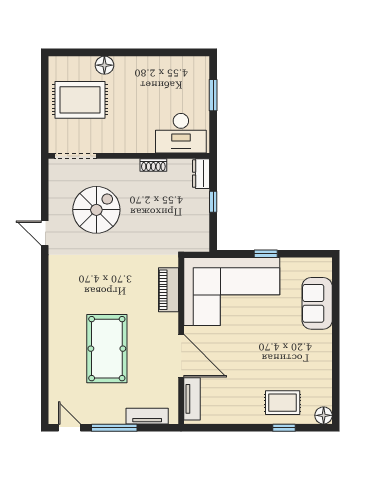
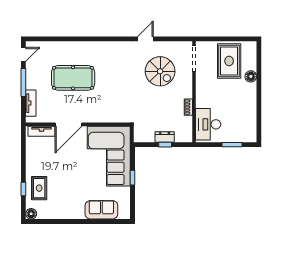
dresser: (201, 174) -> (165, 137), moved
piano: (168, 290) -> (110, 117), removed

